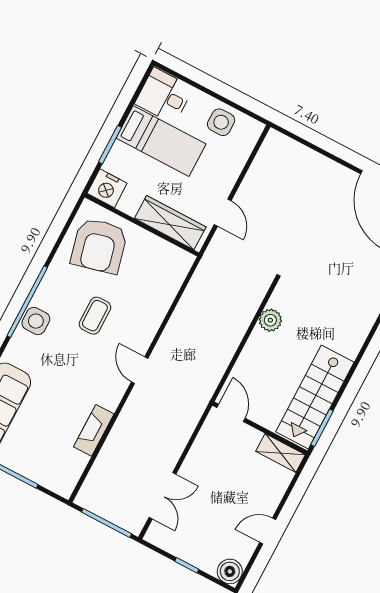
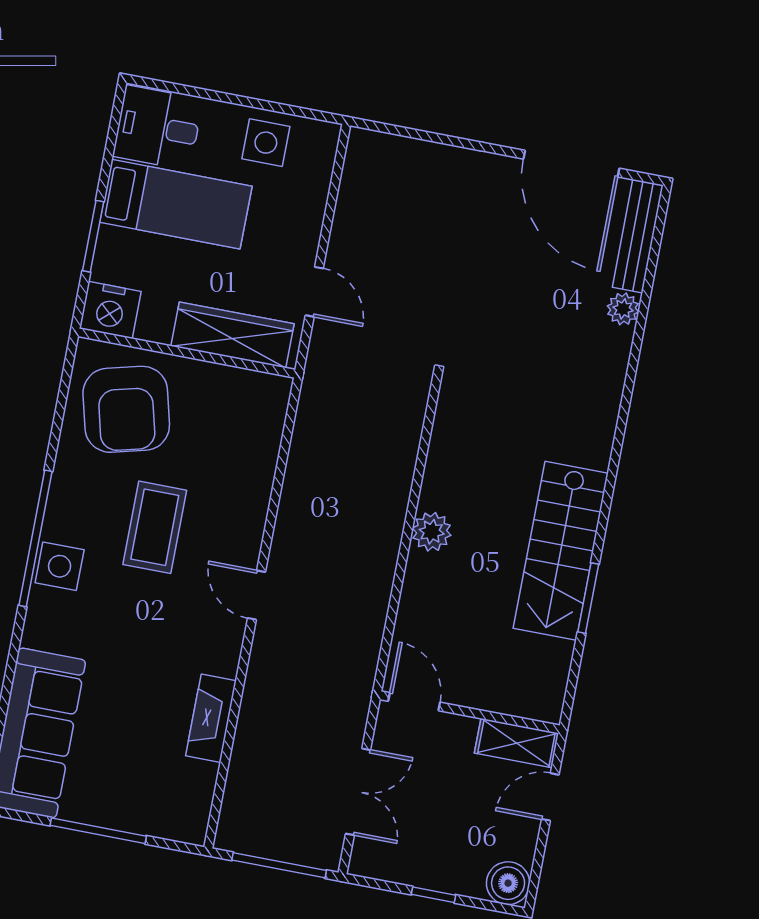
coffee table: (95, 316) -> (155, 527), width x1.36, depth x1.30
plant: (270, 320) -> (432, 532), moved
door: (231, 413) -> (414, 702), moved
wall: (260, 428) -> (470, 712), moved
shelving: (280, 453) -> (516, 743), moved

